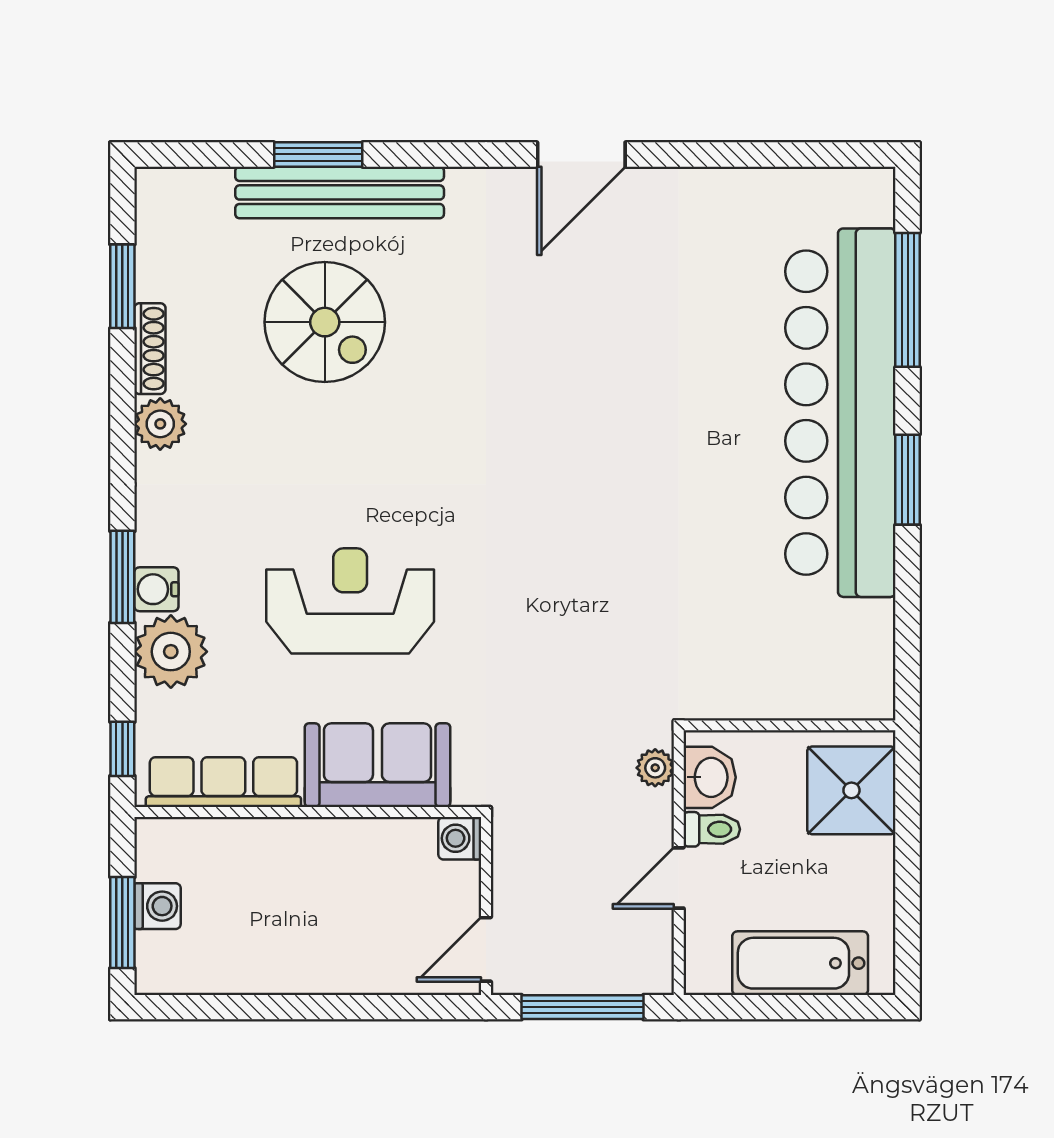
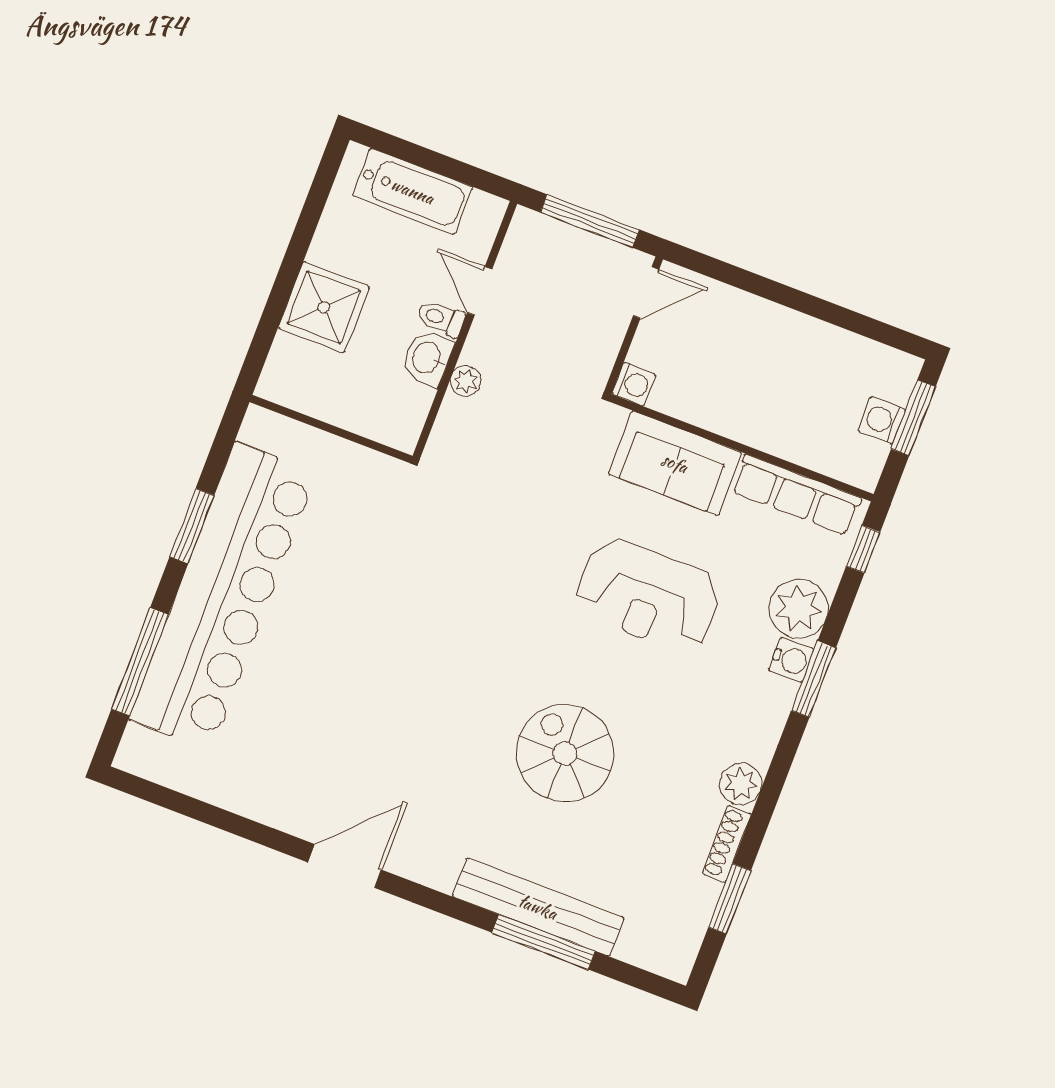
window: (318, 154) -> (543, 942), width x1.44
spiral stairs: (325, 322) -> (565, 753), moved
wall: (790, 725) -> (331, 429), moved
door: (679, 878) -> (480, 291), swing flipped

